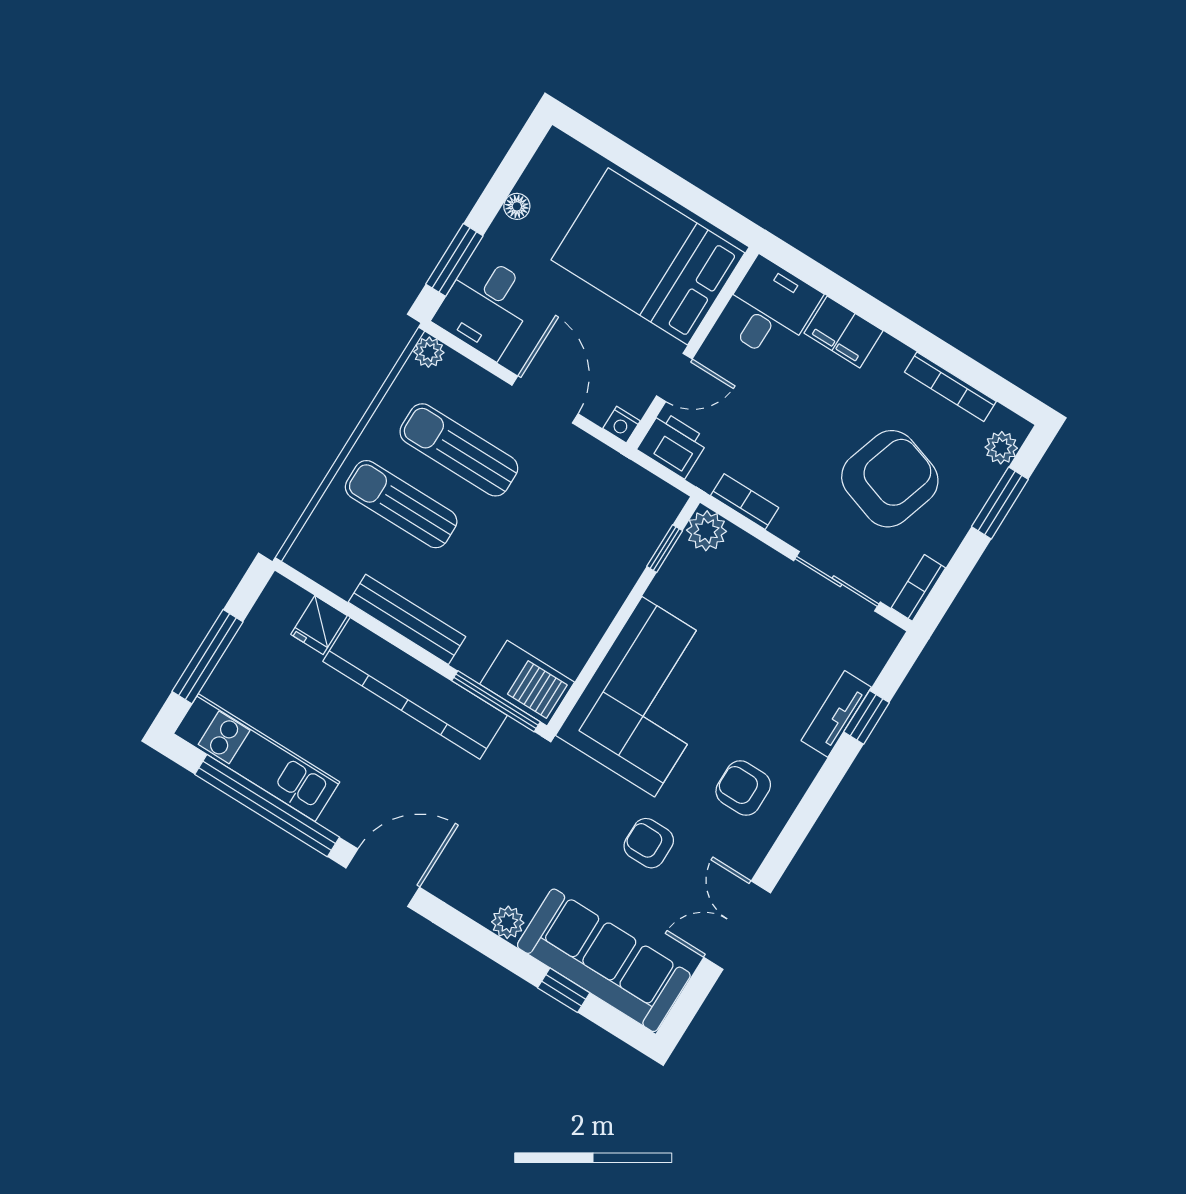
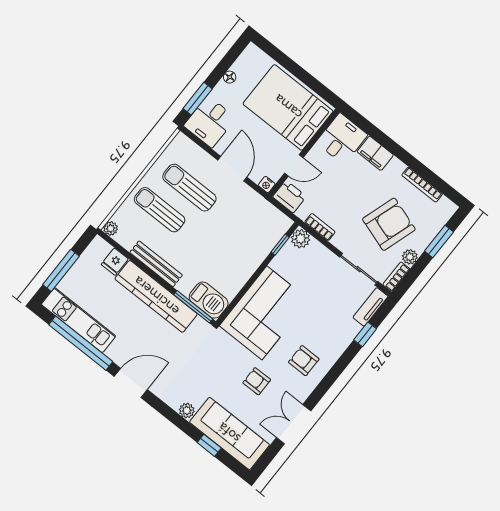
plant: (429, 352) -> (111, 228), moved
plant: (1001, 448) -> (410, 257), moved
tv unit: (836, 714) -> (370, 307), moved

